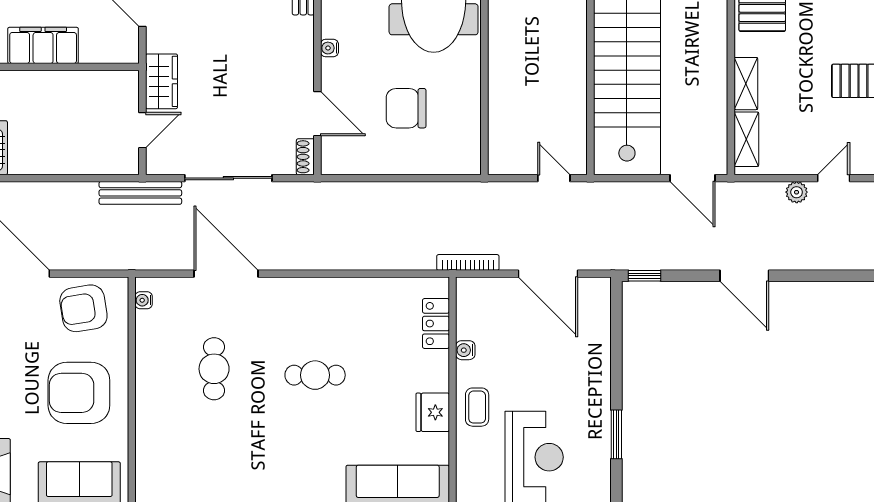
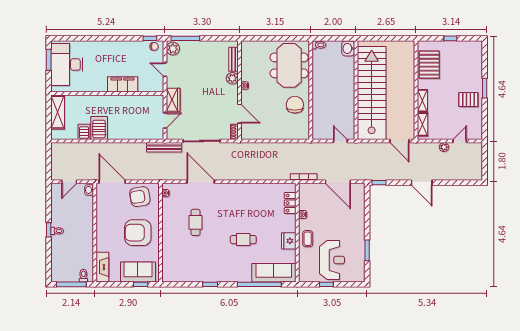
plant: (300, 31) -> (232, 78), added
chair: (406, 108) -> (295, 105), moved, turned 90
cafe table: (315, 375) -> (243, 240), moved

